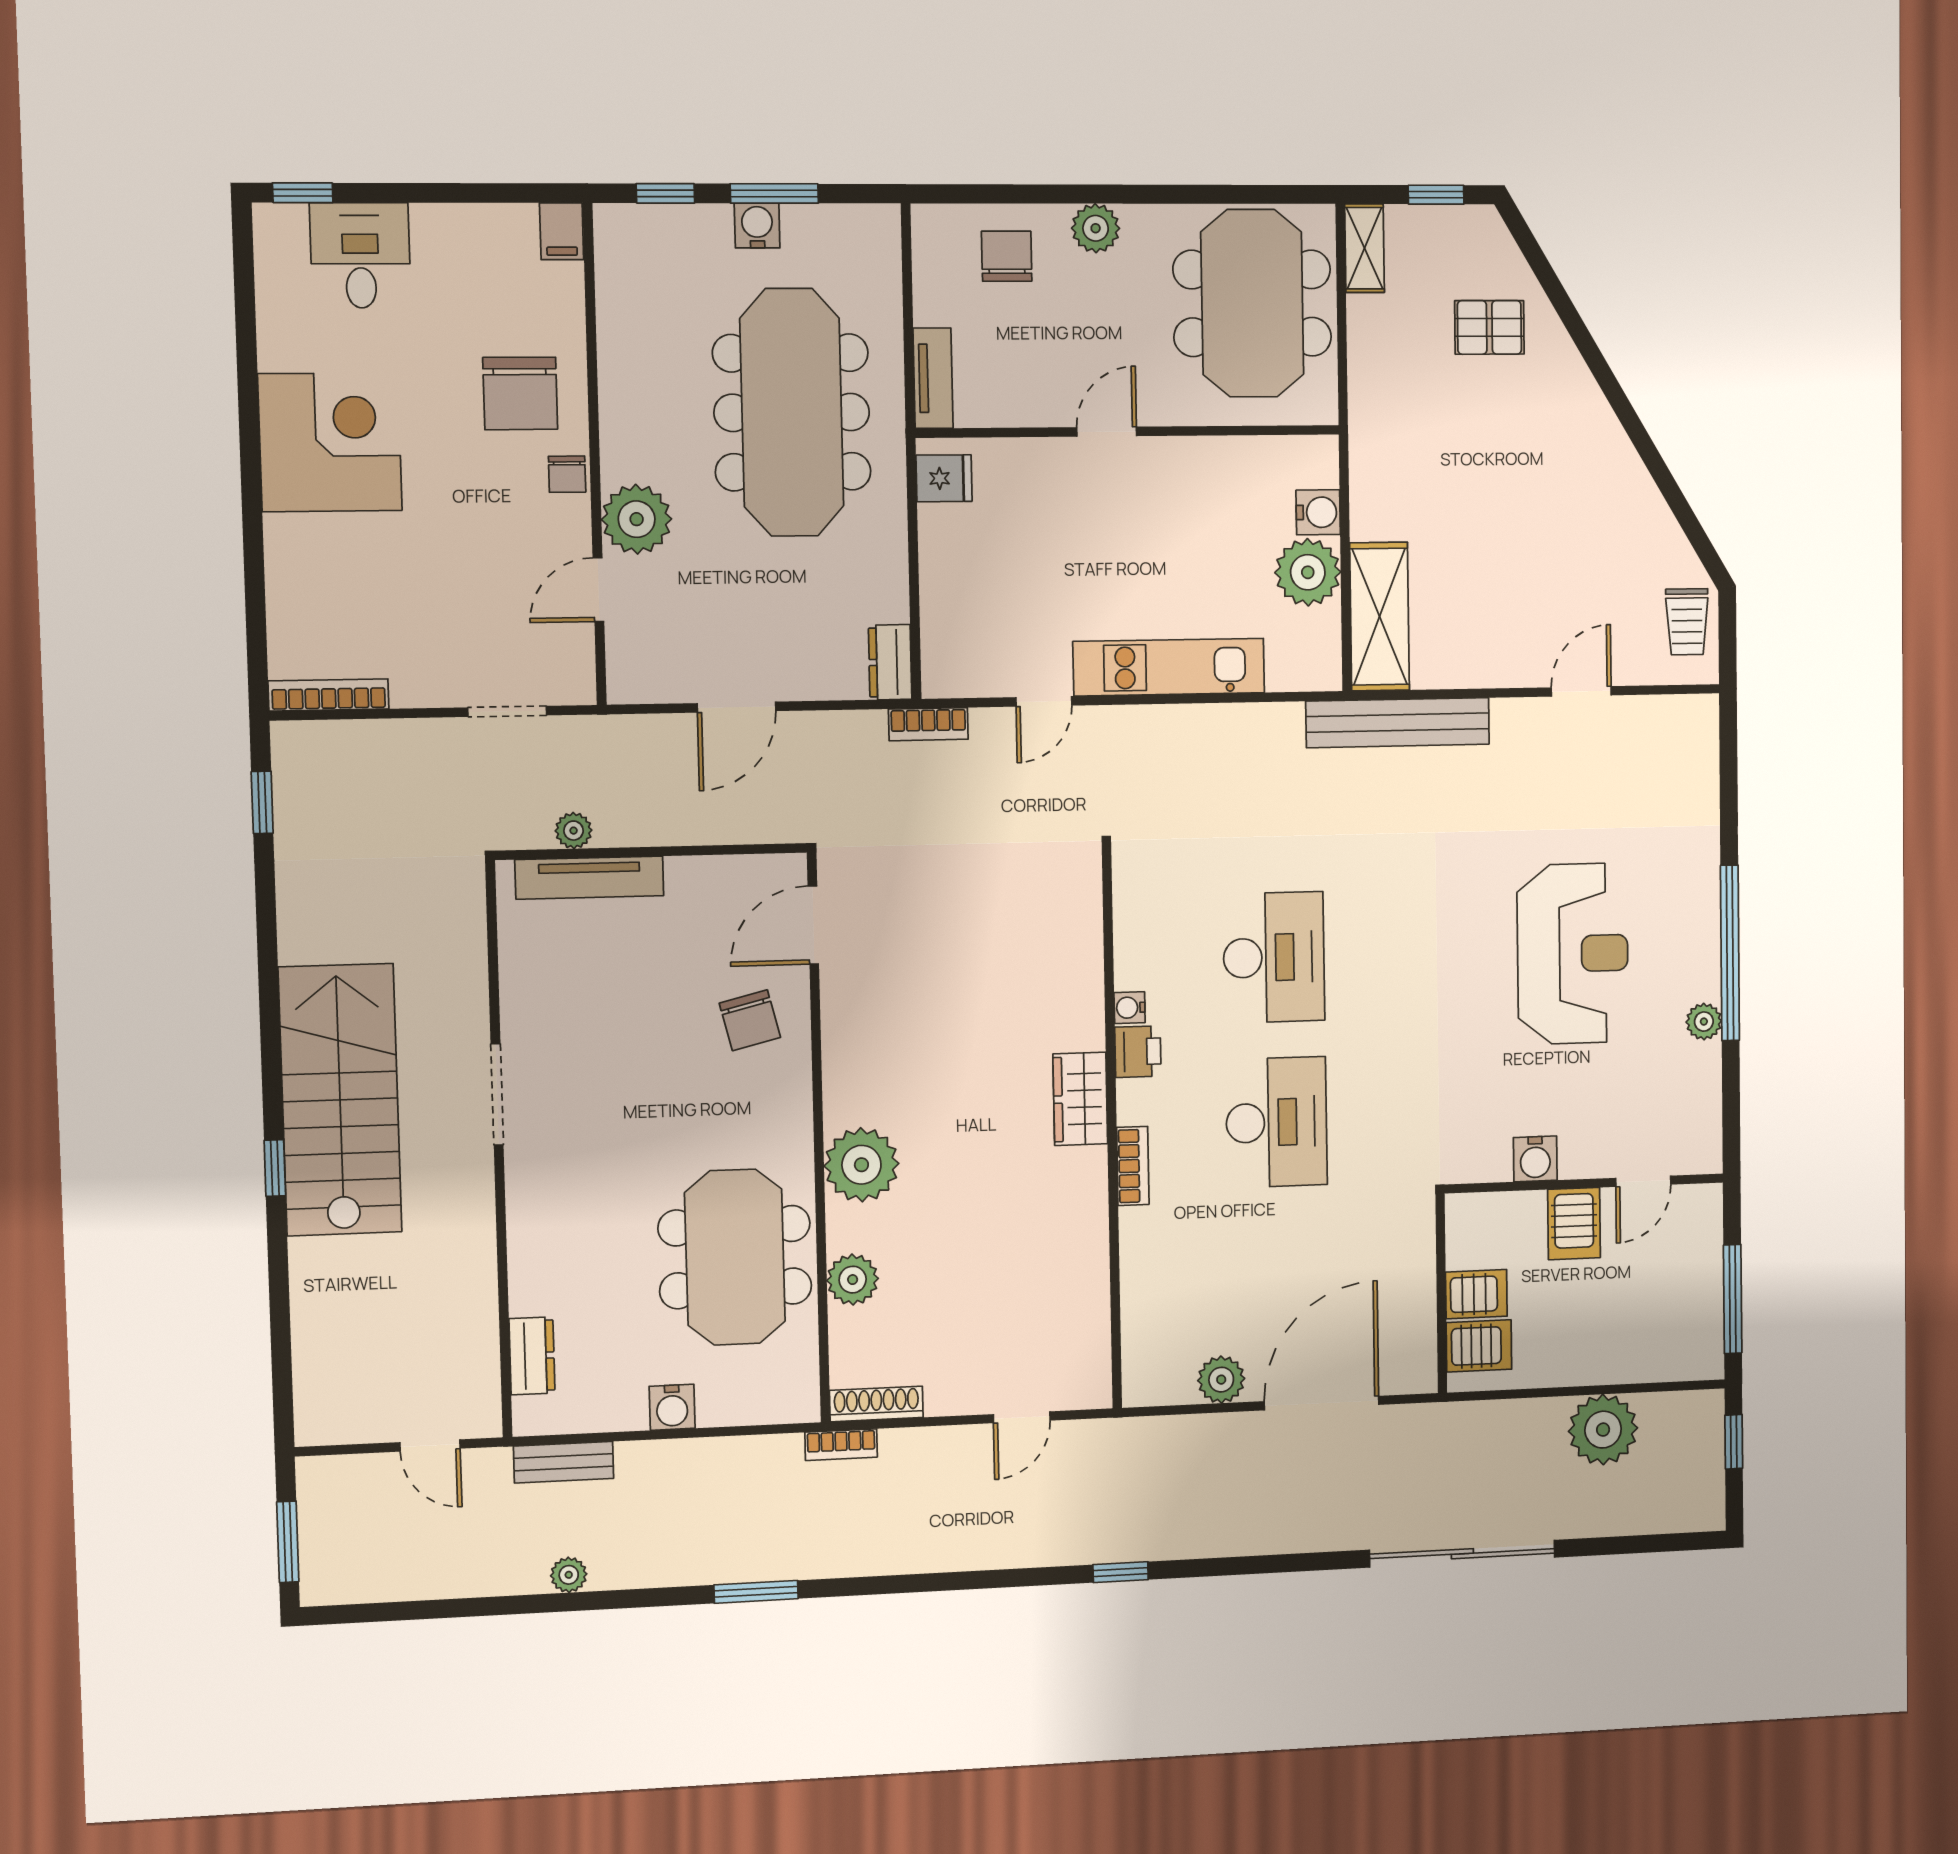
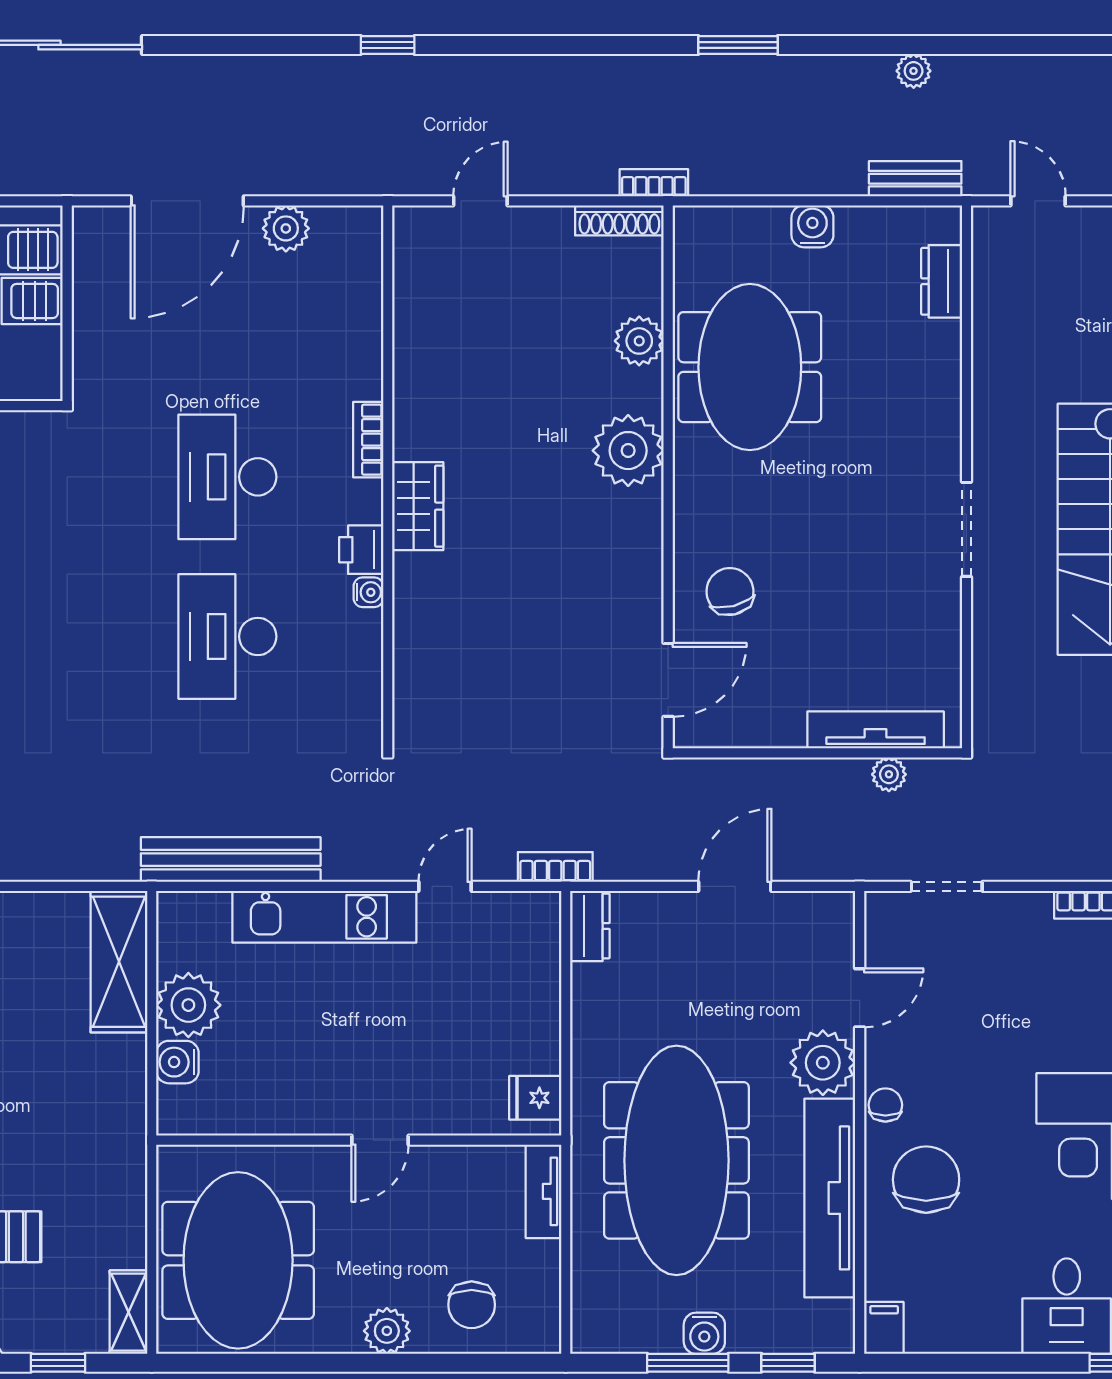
tv unit: (625, 373) -> (830, 1198), added
bench: (1398, 723) -> (231, 860), moved

